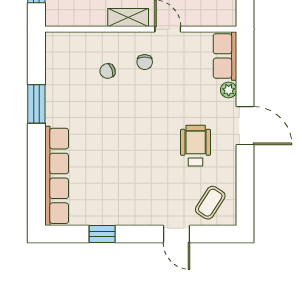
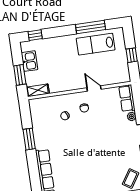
shelving: (128, 17) -> (38, 90), moved
wheelchair: (196, 146) -> (118, 149), removed

